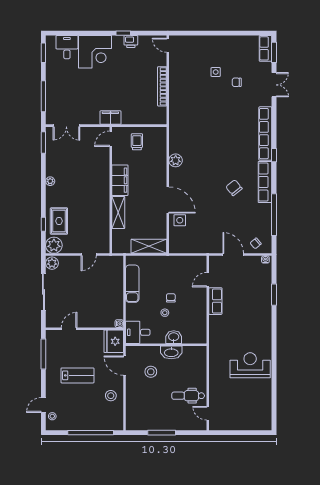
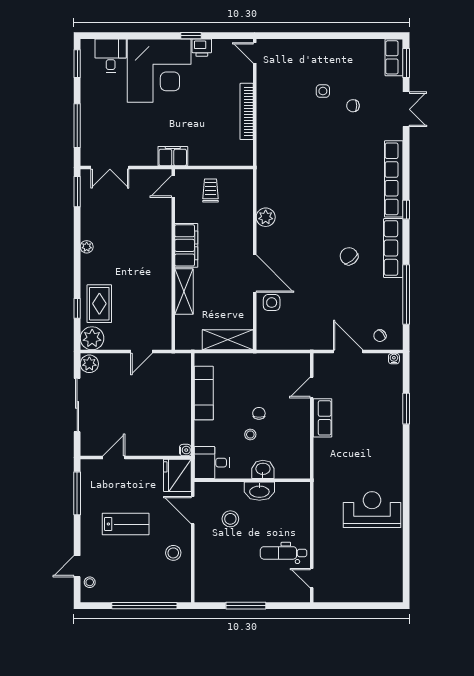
corner desk: (95, 52) -> (159, 71), width x1.36, depth x1.36

